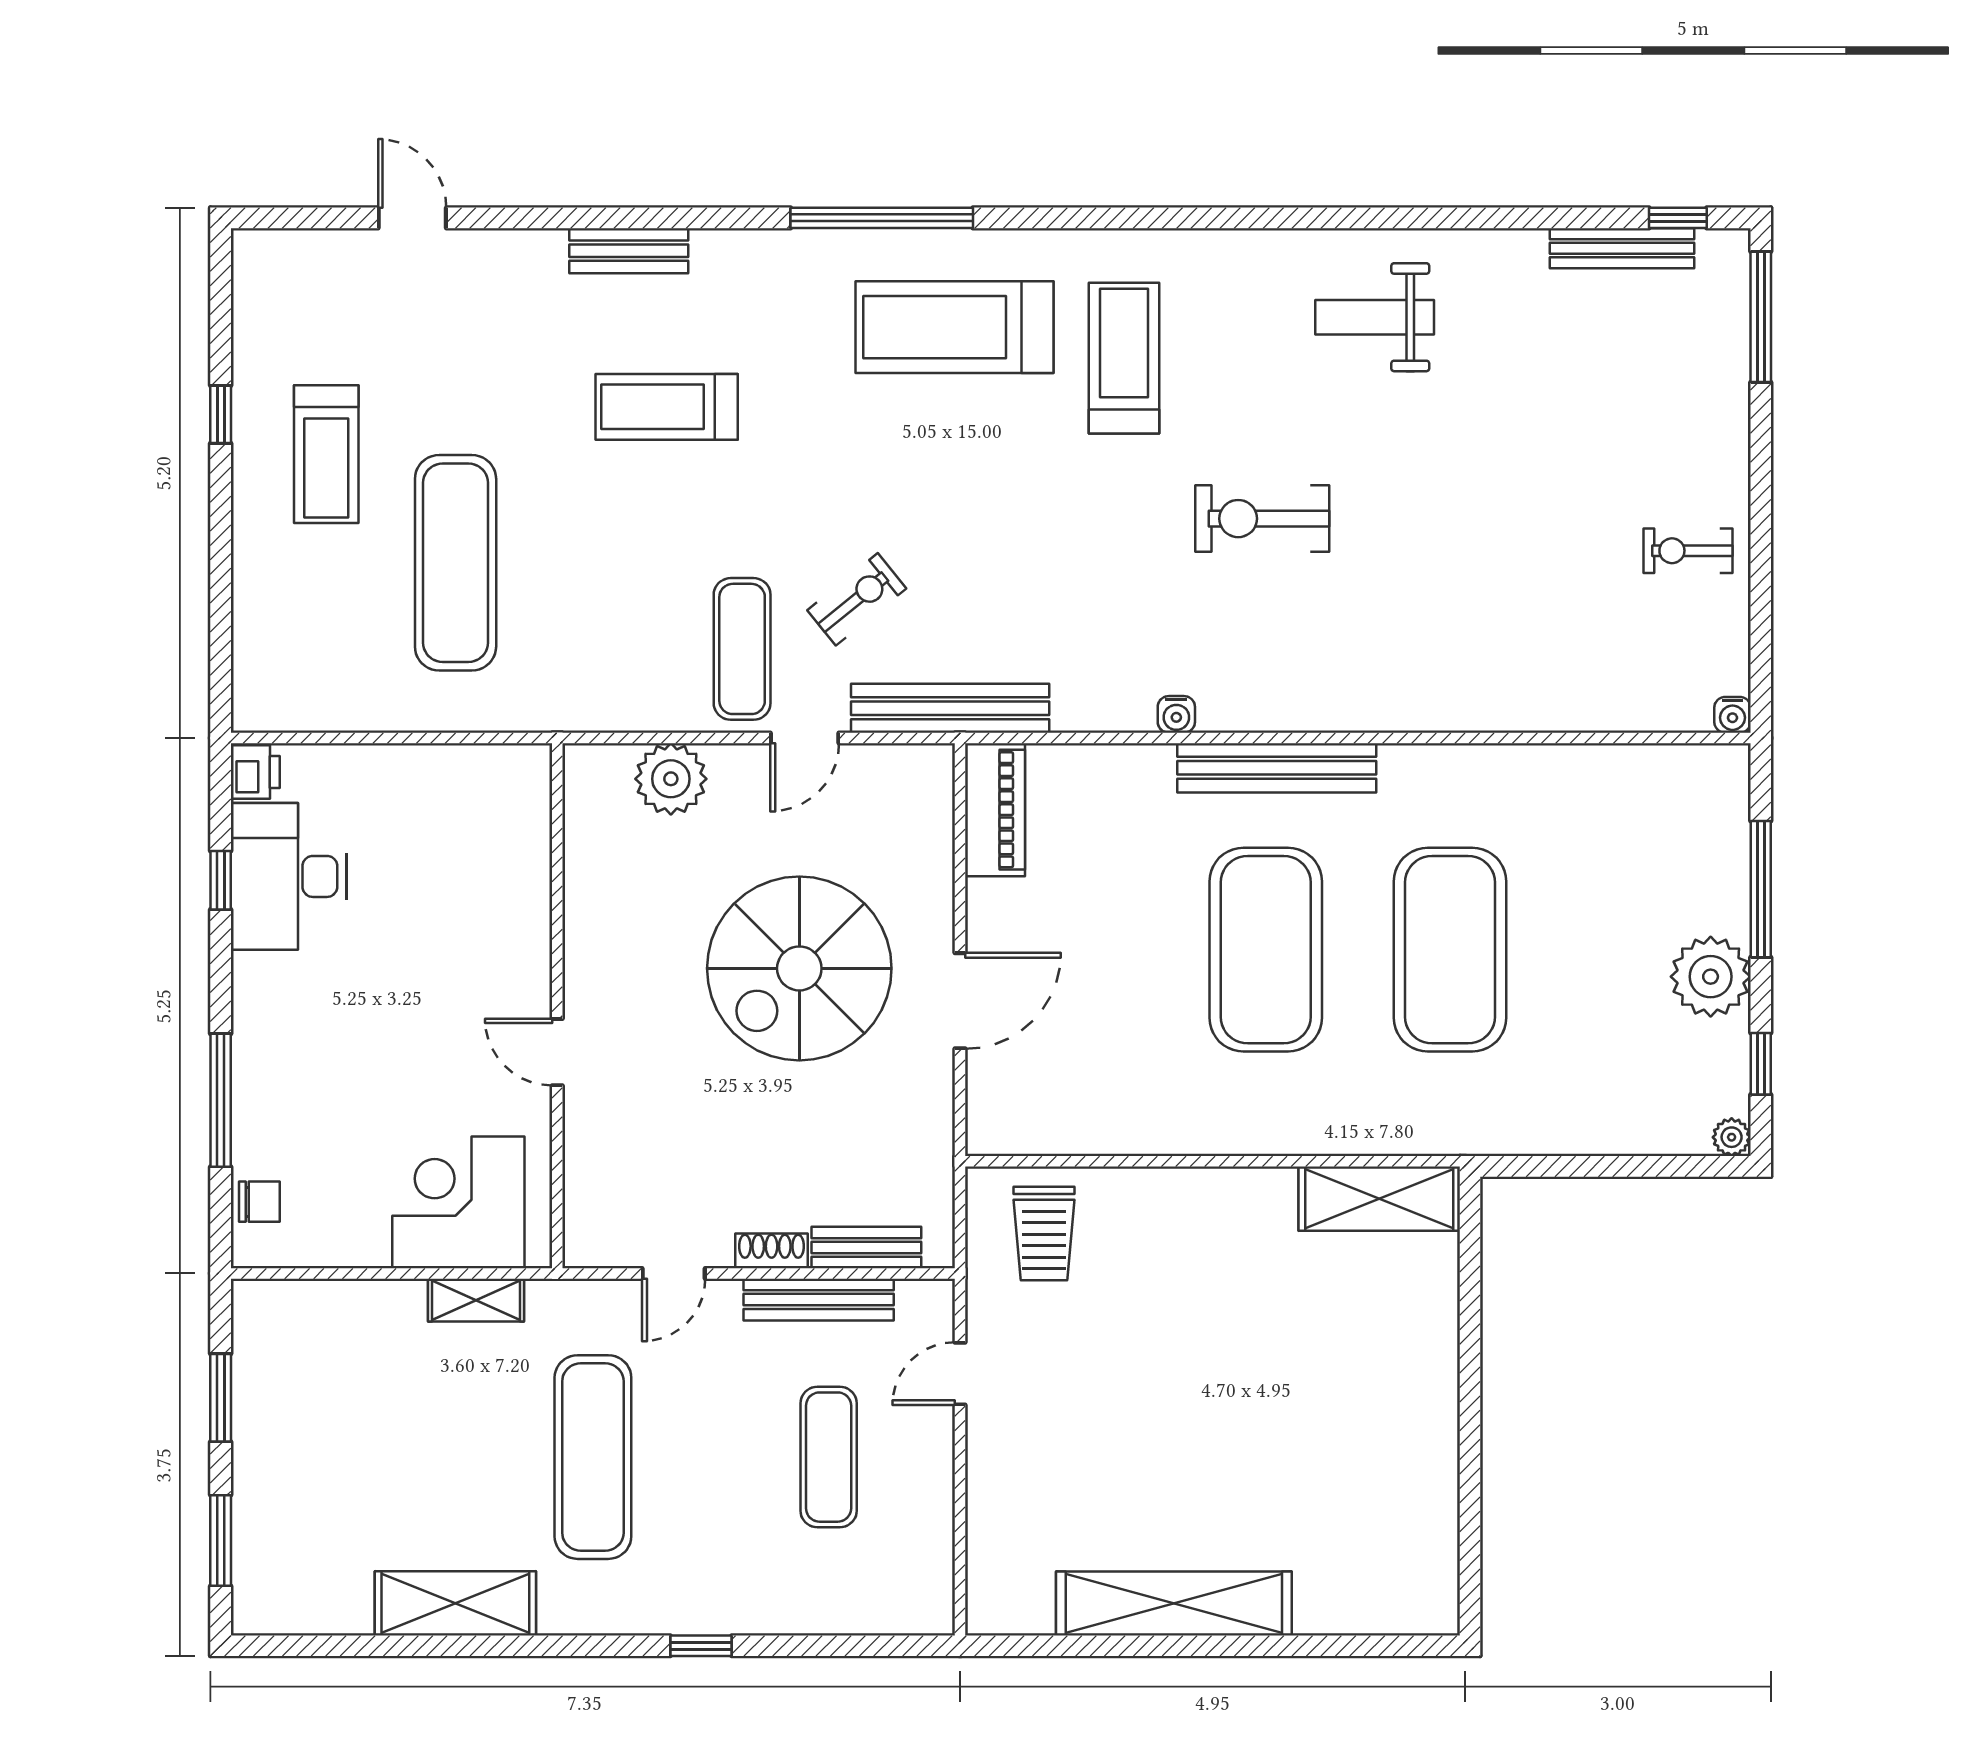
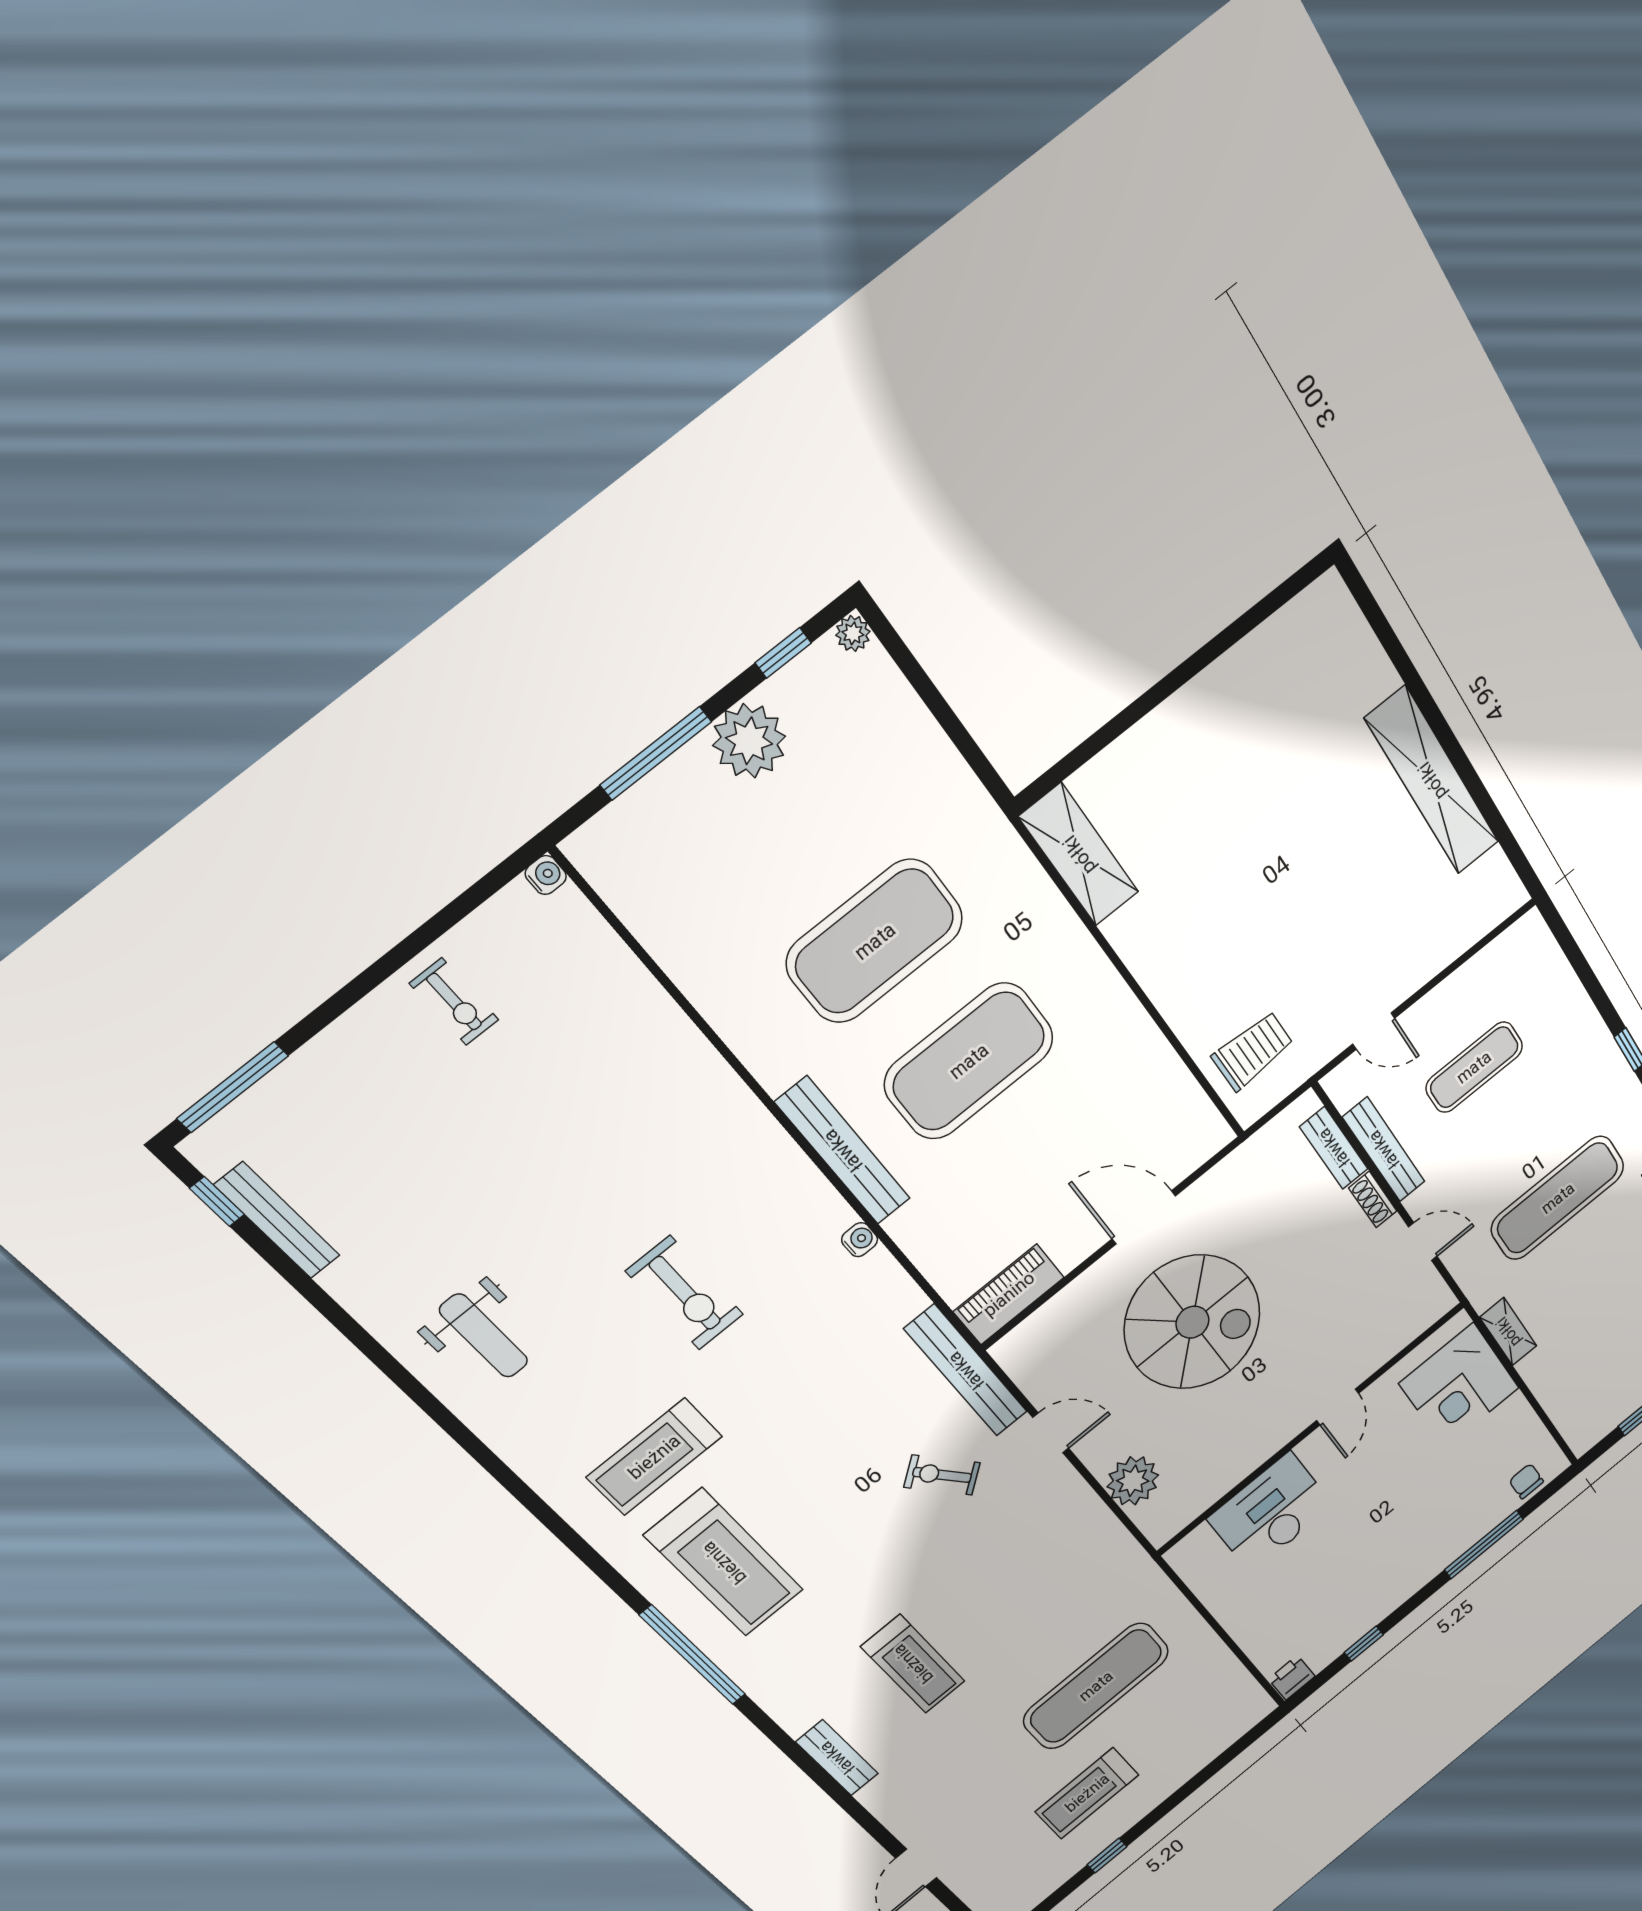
treadmill: (326, 454) -> (1087, 1793), turned 180
exercise mat: (742, 649) -> (1024, 1509), removed
desk: (289, 876) -> (1271, 1512), moved, turned 180

